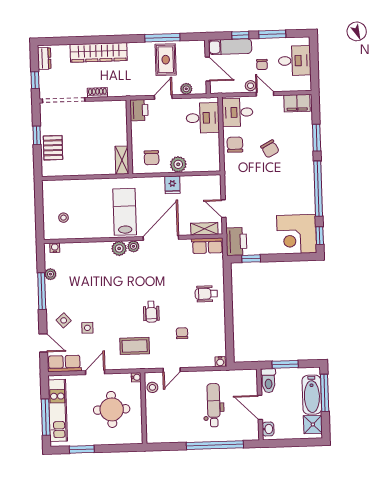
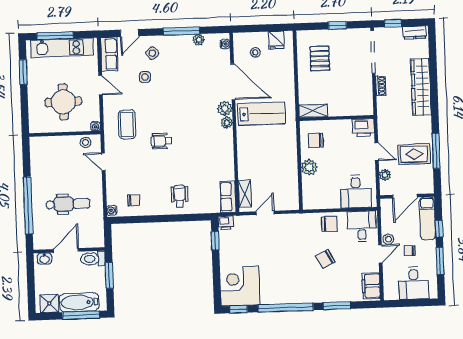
pallet: (53, 148) -> (320, 59), moved, turned 90
fridge: (172, 185) -> (276, 40), moved, turned -90
door: (161, 238) -> (233, 82), moved
printer: (236, 241) -> (226, 223), width x0.53, depth x0.68
chair: (182, 333) -> (134, 200), moved

